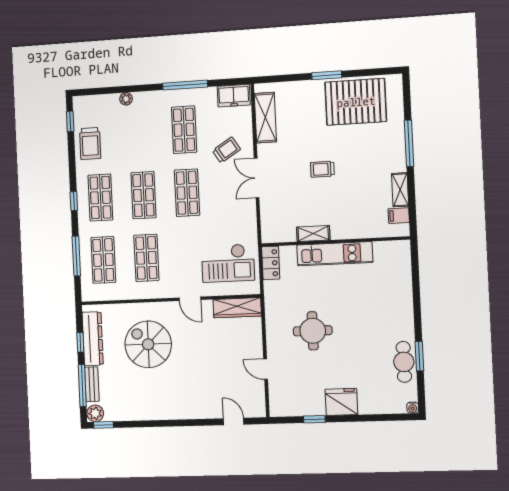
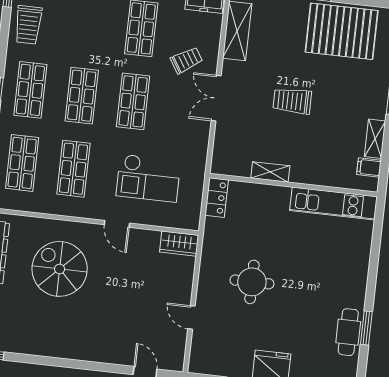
trolley: (322, 169) -> (292, 101), width x1.36, depth x1.39
kitchen unit: (335, 254) -> (333, 204), moved
checkout: (228, 263) -> (148, 178), moved
wardrobe: (237, 308) -> (179, 244), width x0.67

